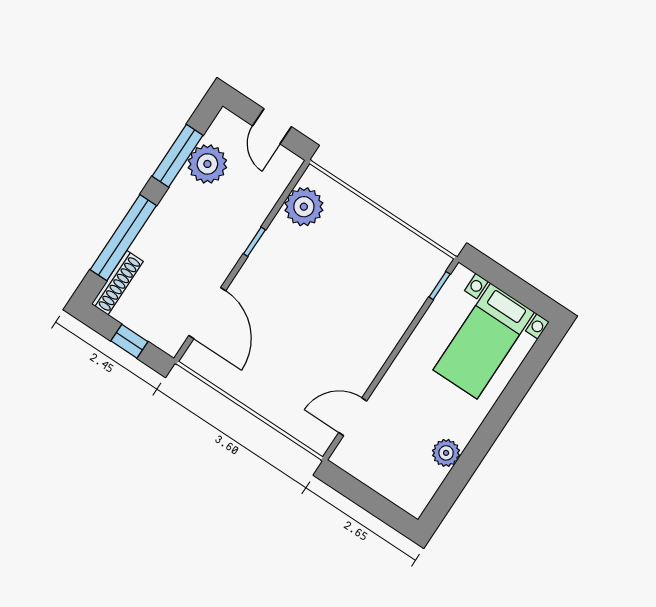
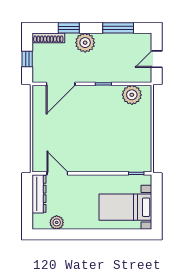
plant: (207, 164) -> (85, 43), moved
window: (123, 238) -> (69, 28), width x0.47
plant: (446, 453) -> (57, 222), moved
dresser: (367, 470) -> (39, 194), added

